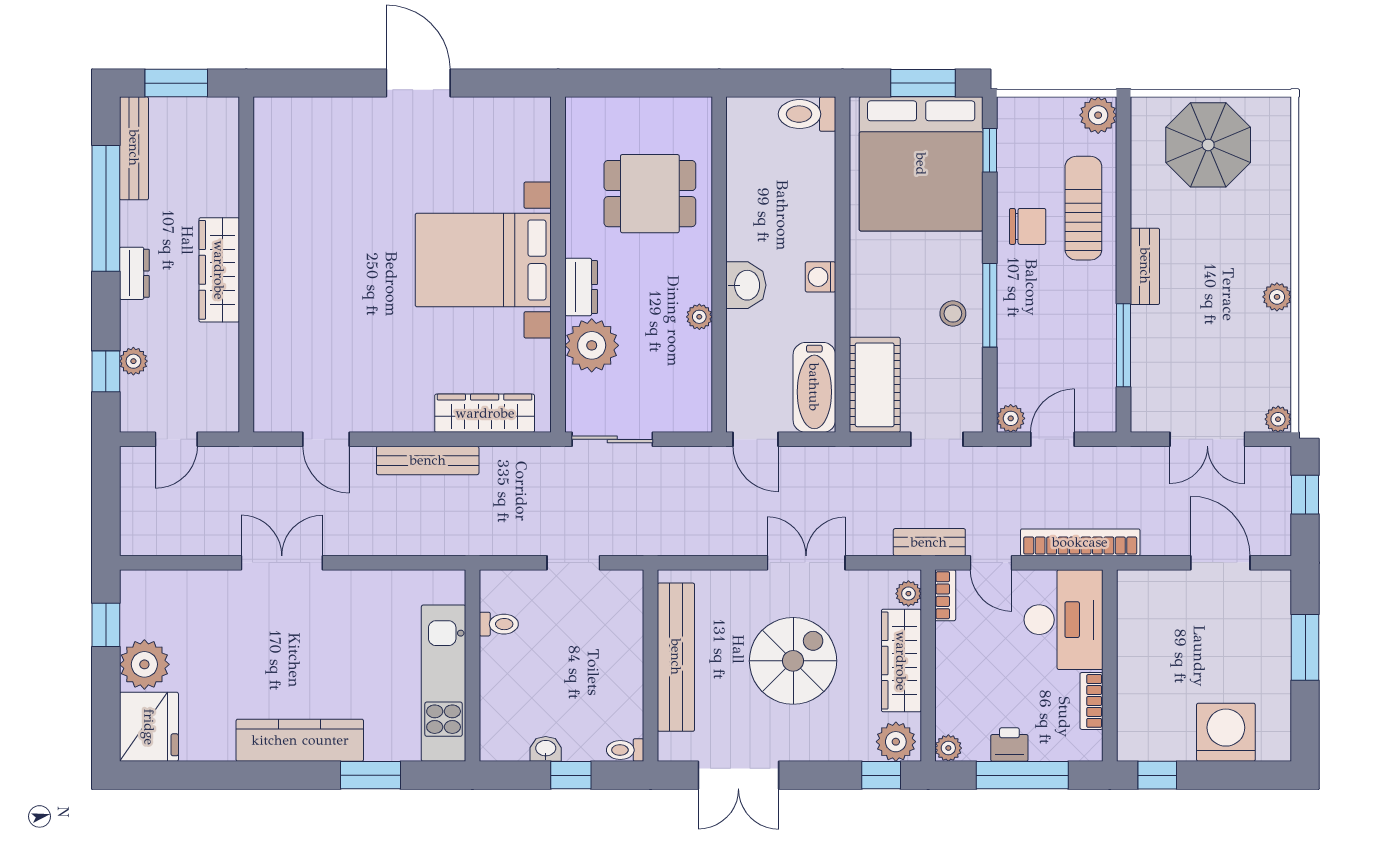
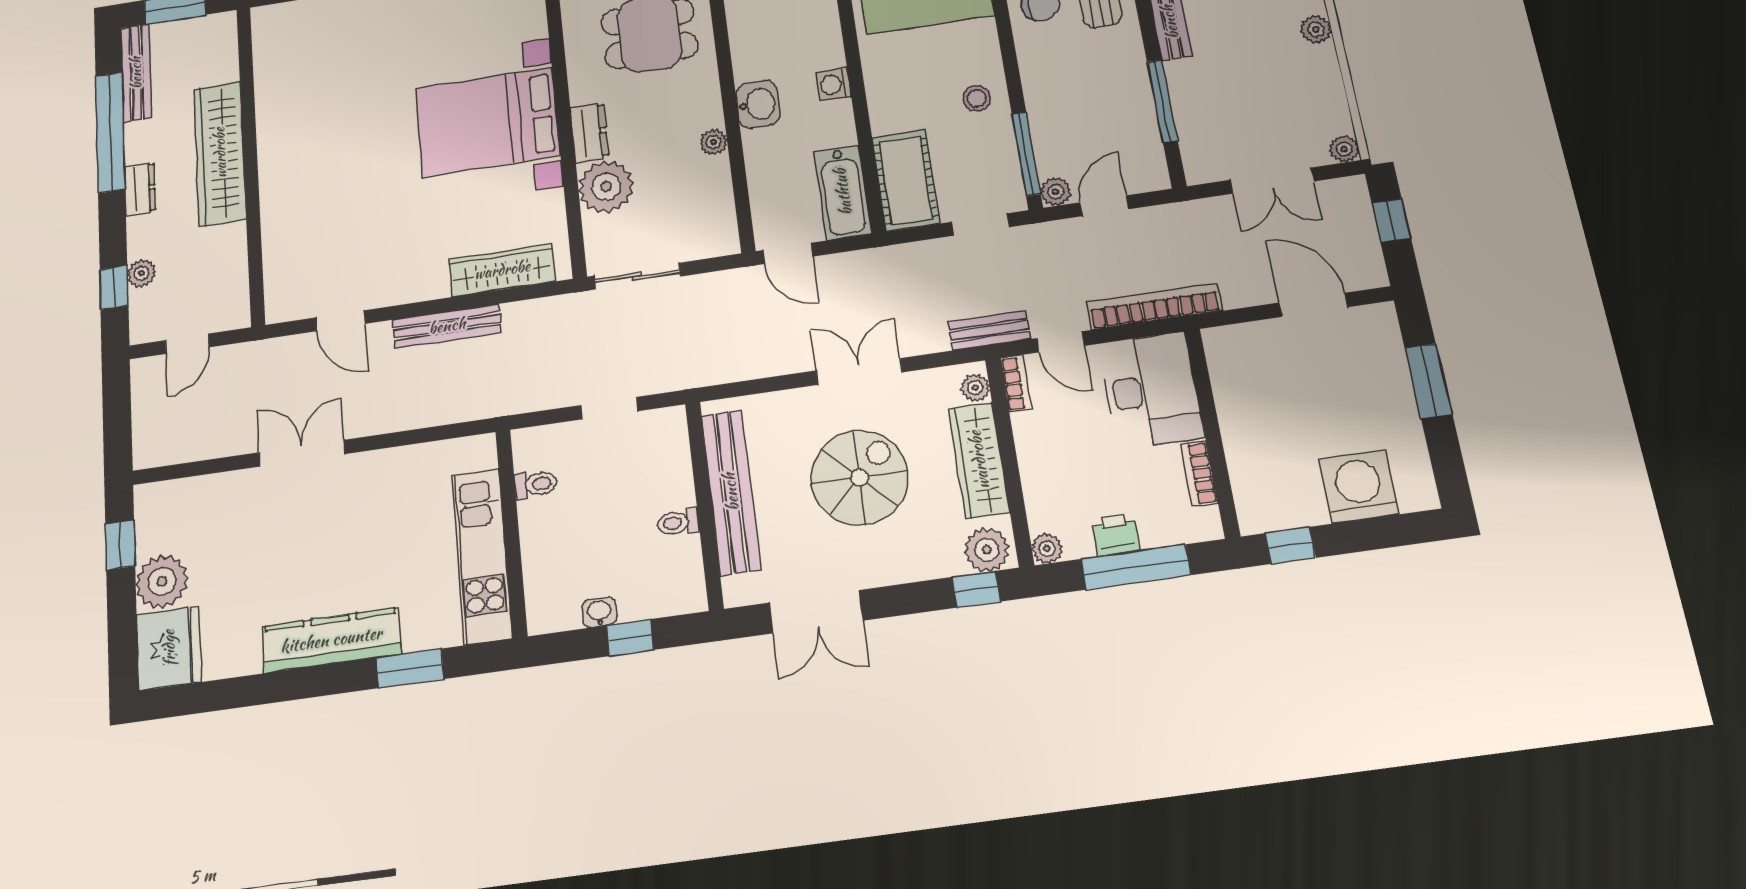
wardrobe: (219, 270) -> (220, 153), width x1.40, depth x1.17
window: (990, 305) -> (1026, 154), moved
toilet: (625, 750) -> (678, 523), moved

